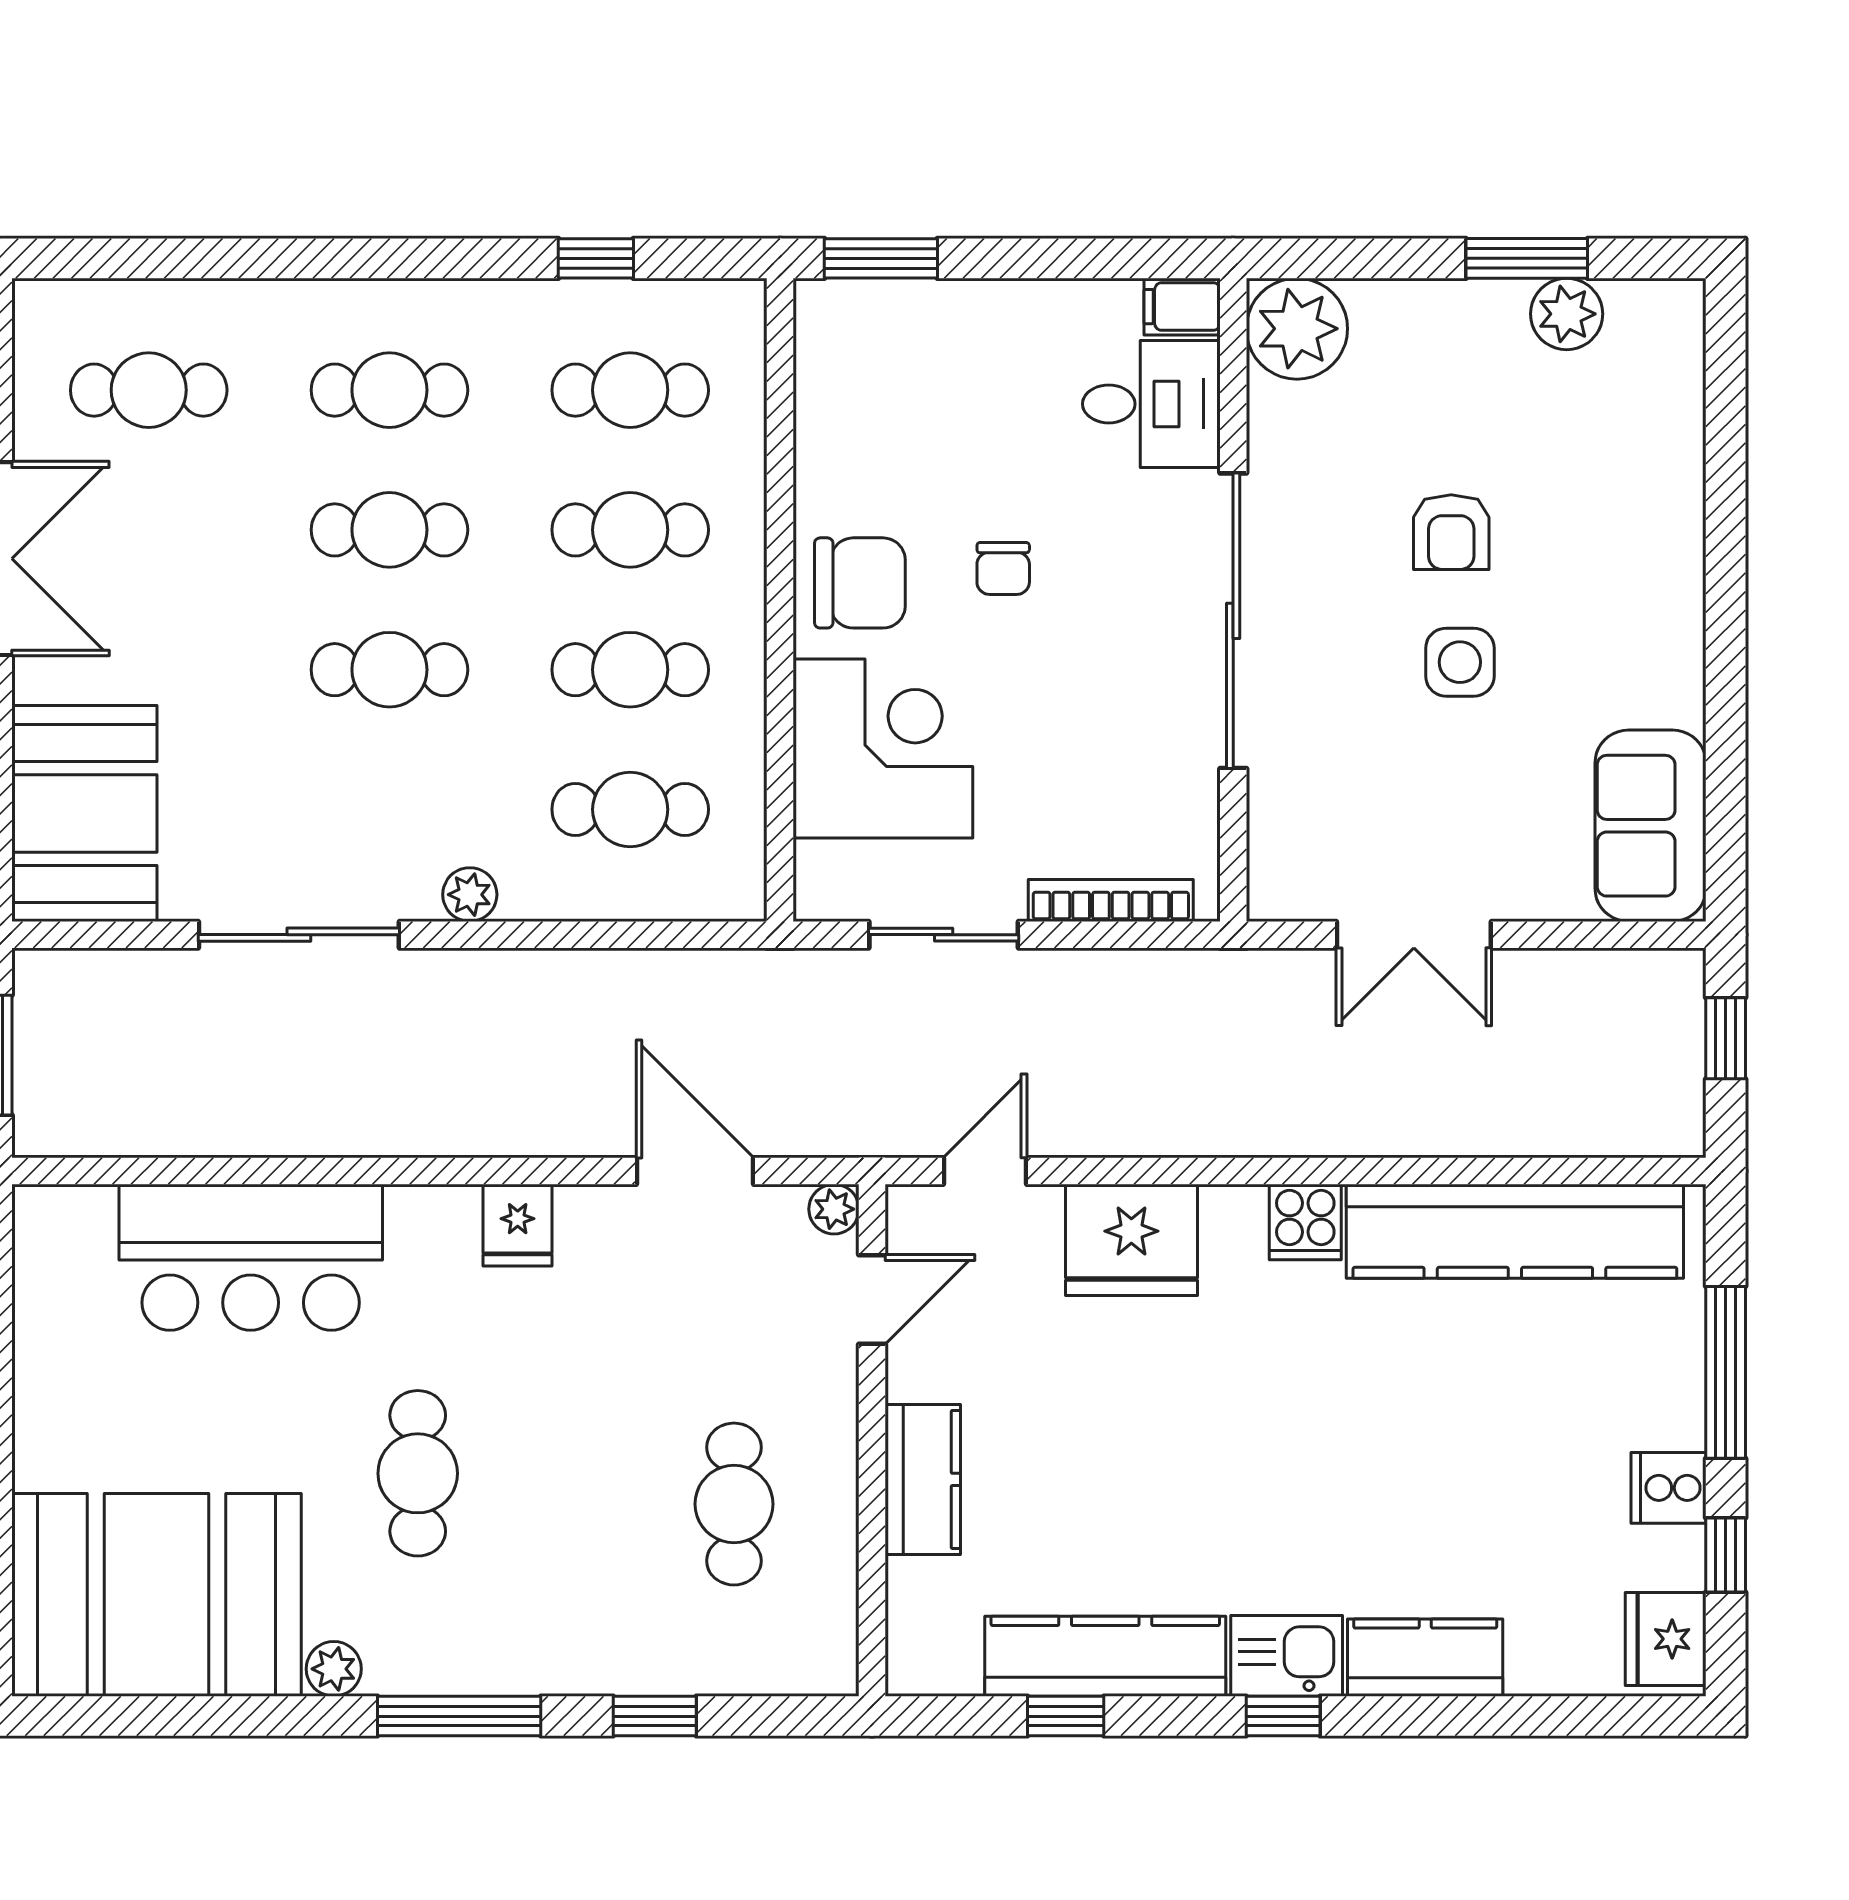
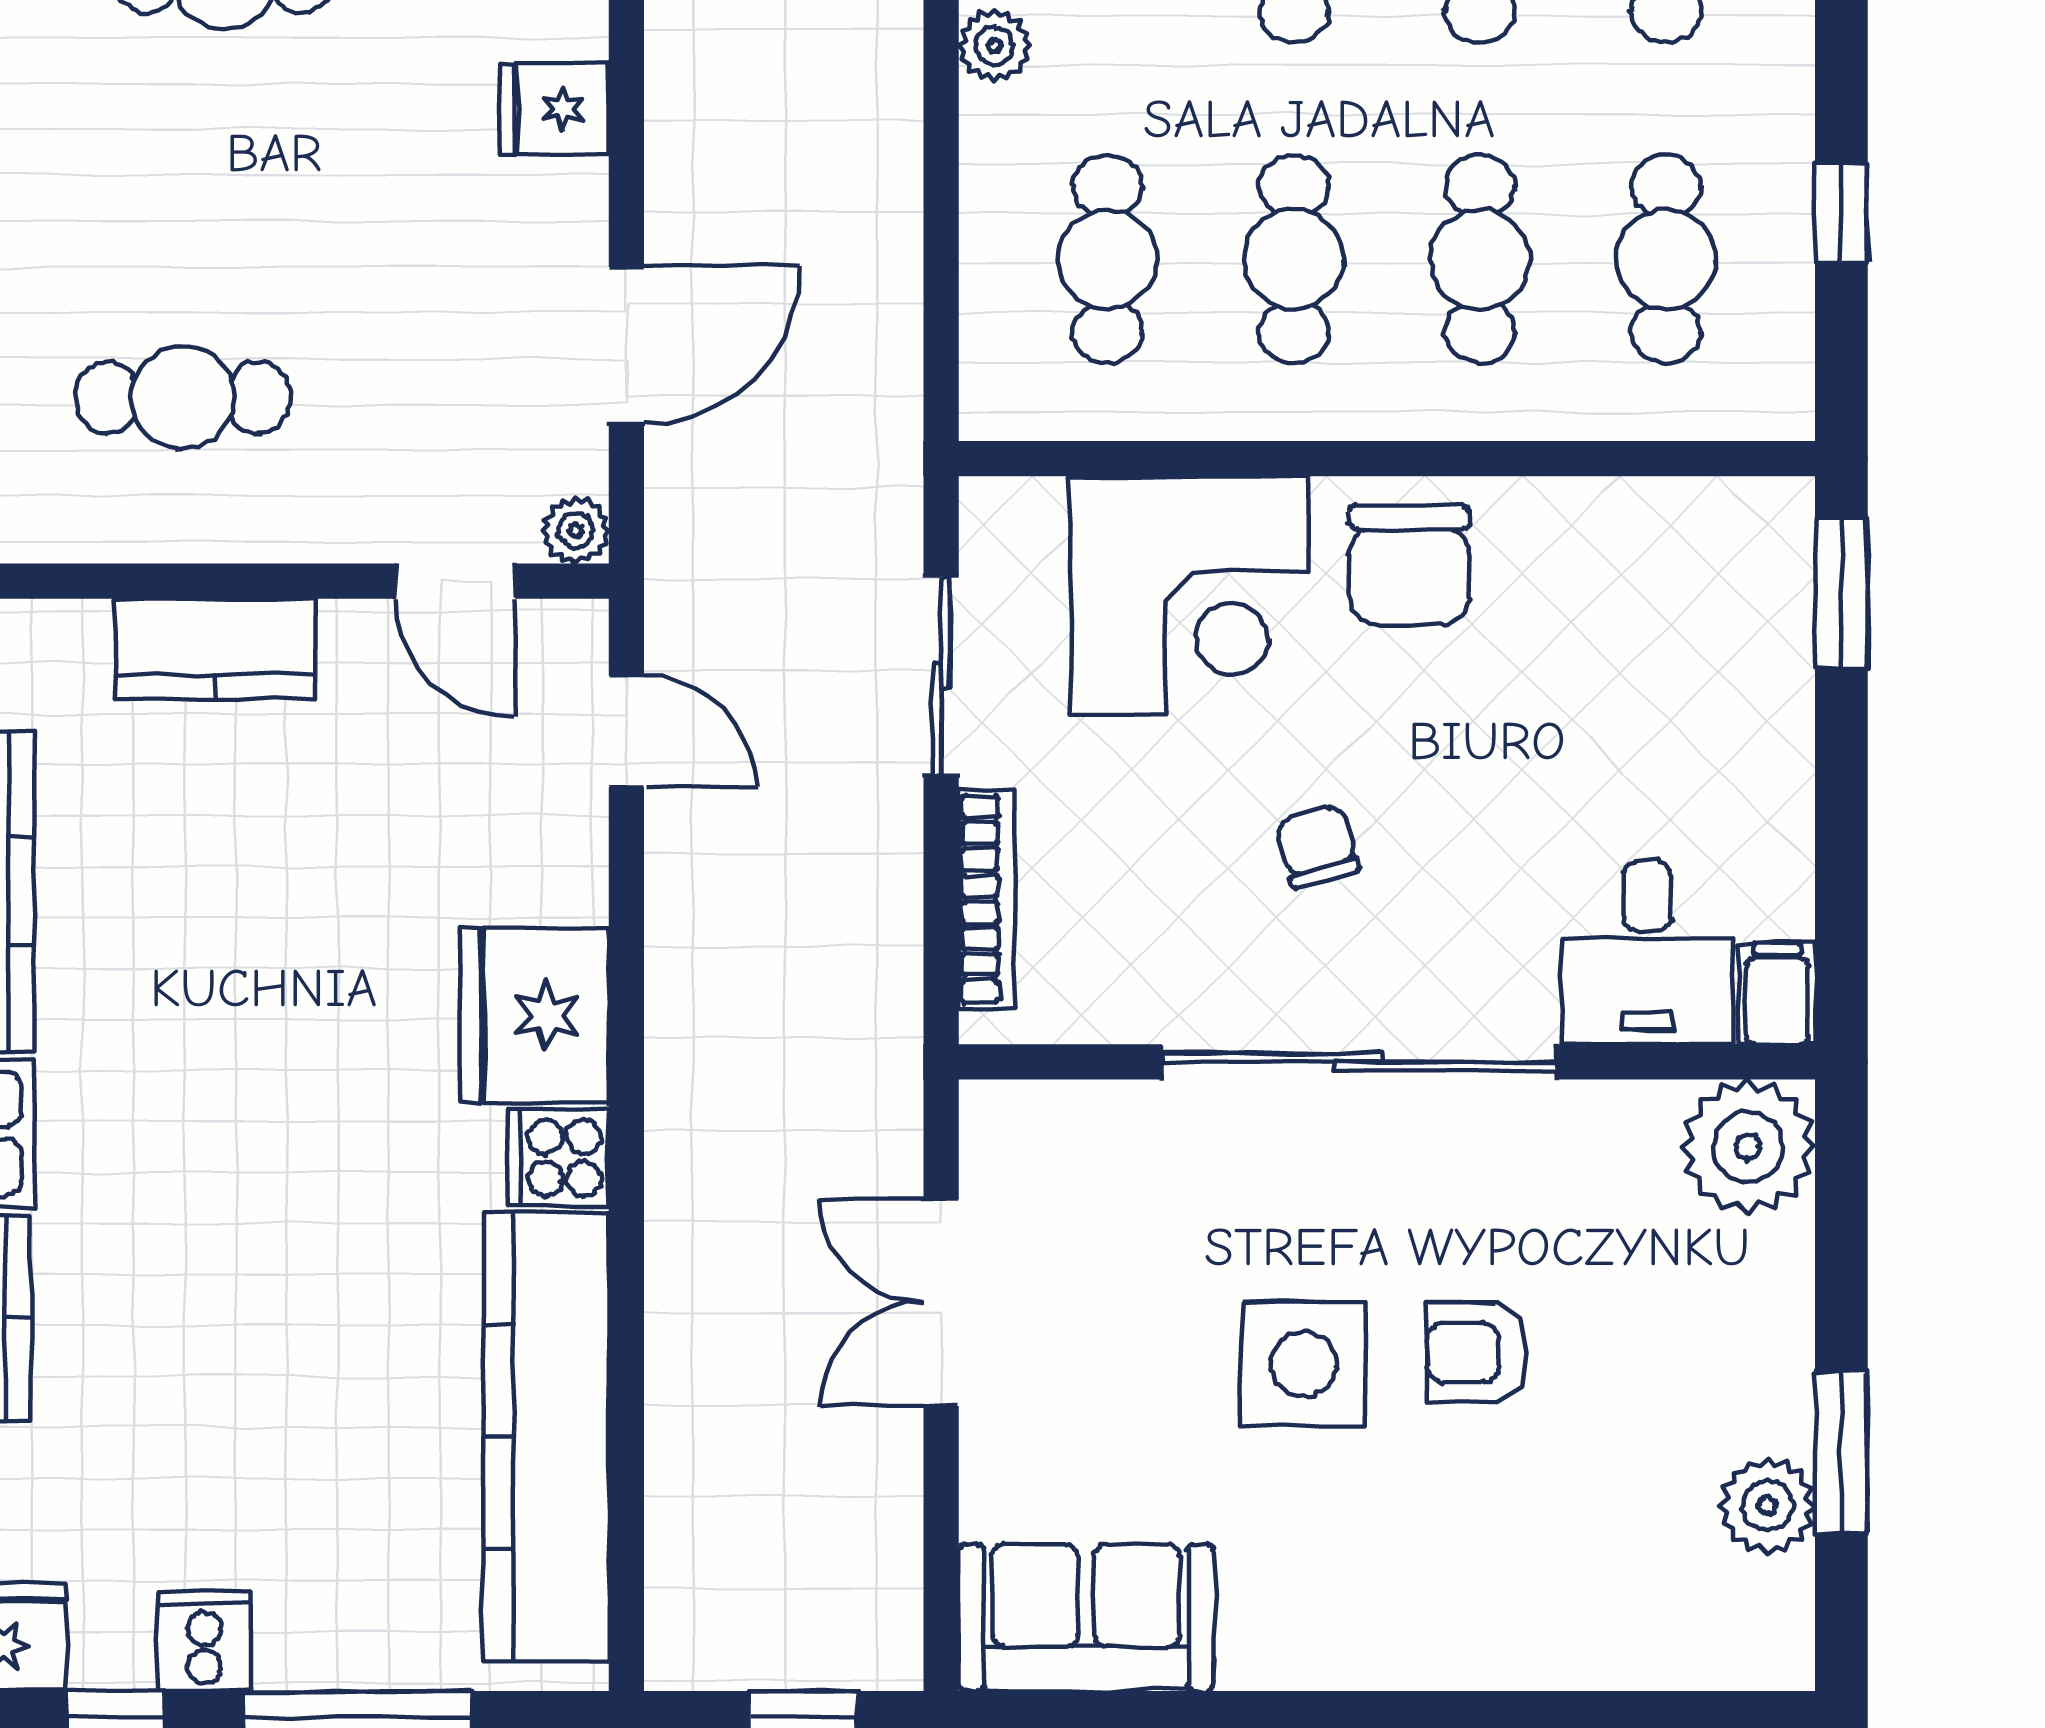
chair: (1003, 569) -> (1318, 847), moved, turned 74
side table: (1460, 662) -> (1304, 1364), width x1.37, depth x1.37
fridge: (1131, 1240) -> (535, 1015), moved

